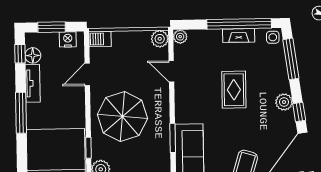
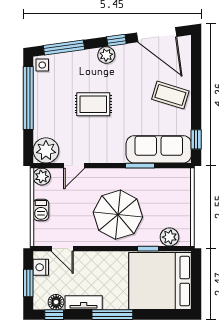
fireplace: (239, 36) -> (40, 99), removed
plant: (180, 37) -> (46, 150), width x1.87, depth x1.87
barbecue: (100, 39) -> (41, 210), moved
door: (87, 74) -> (62, 249), moved

